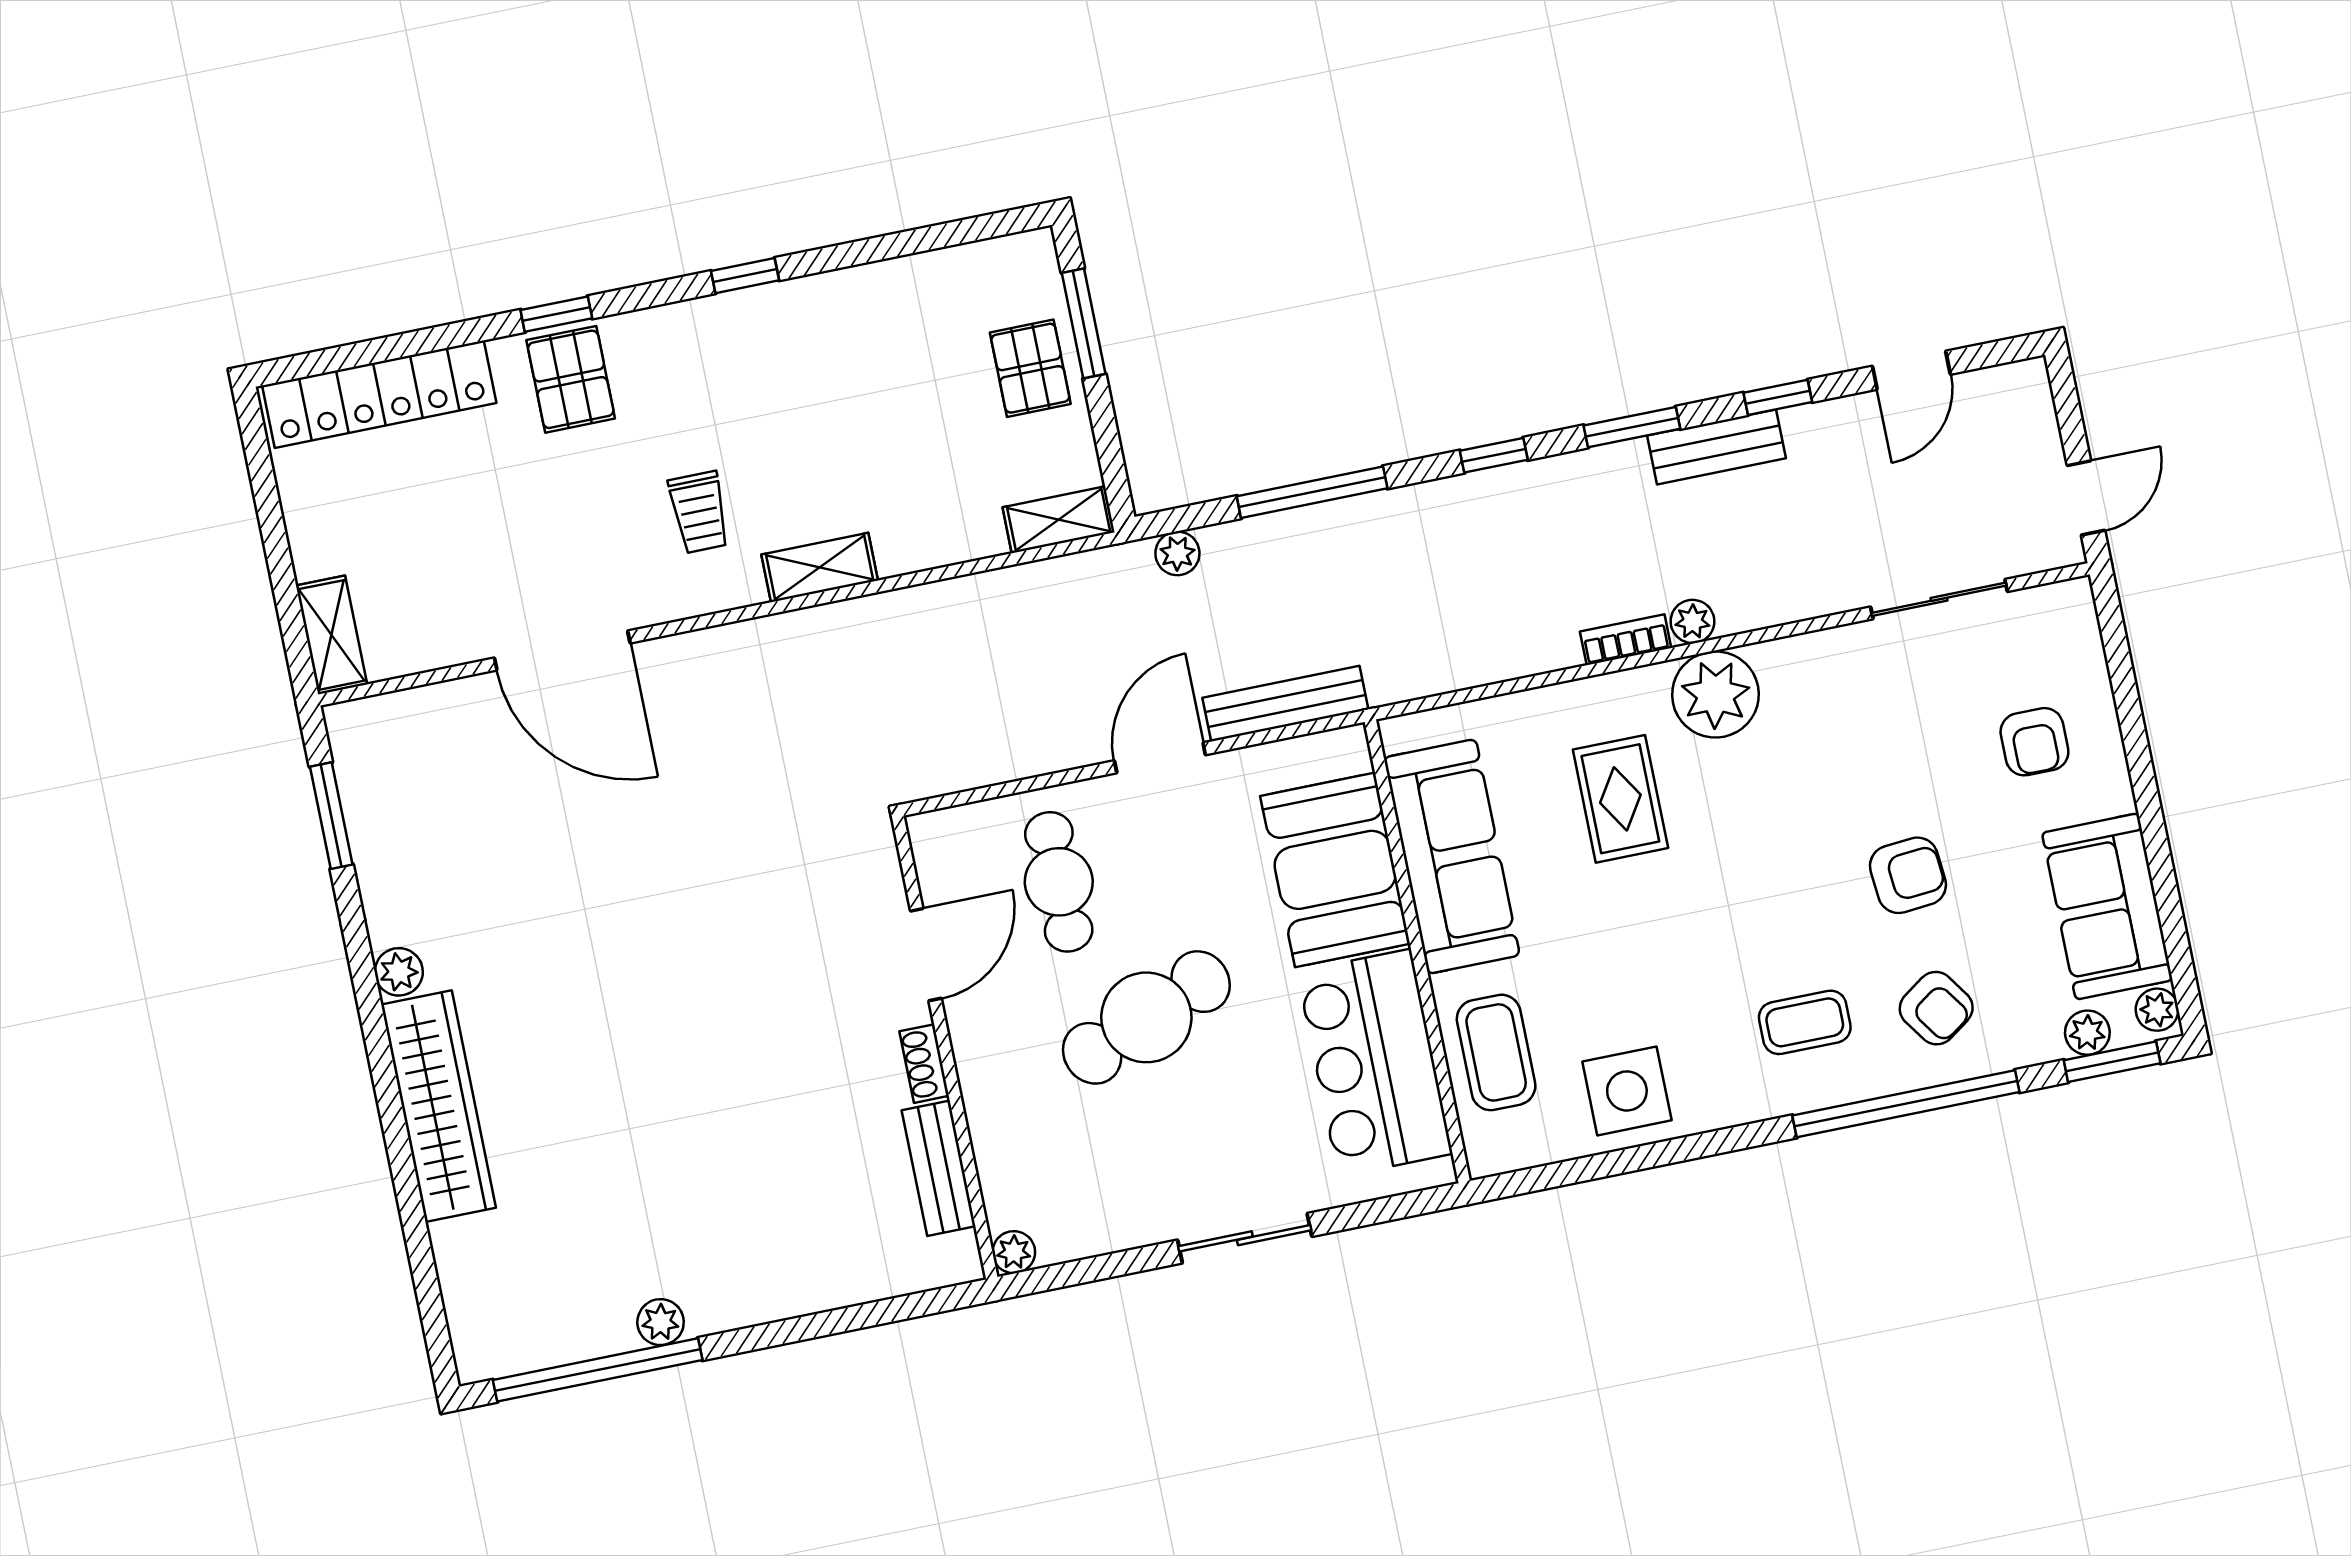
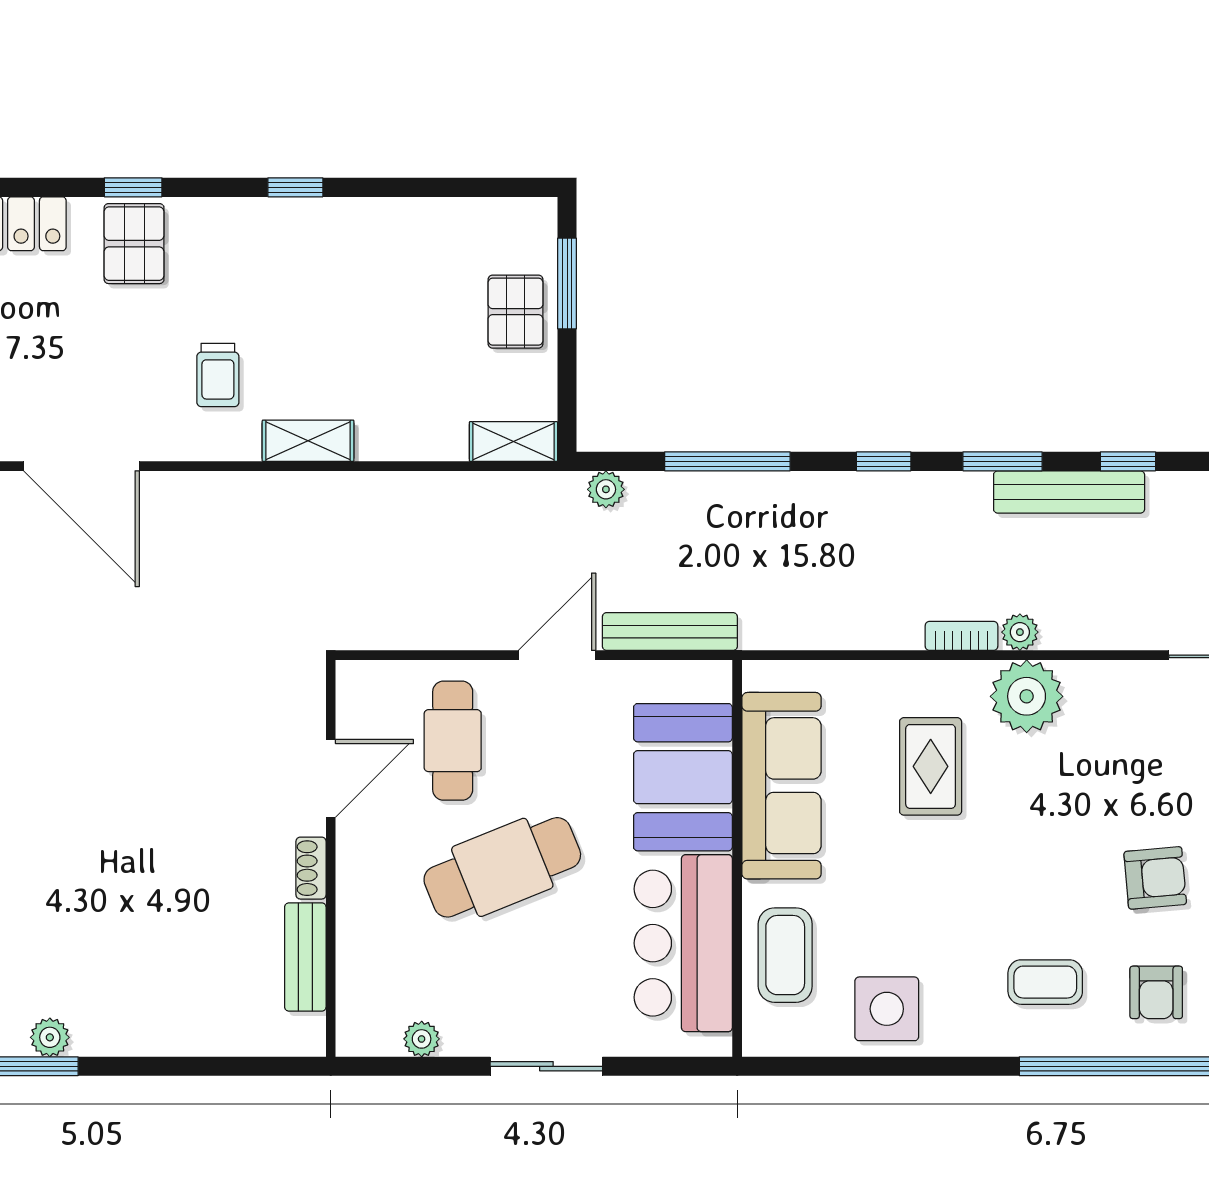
bench: (1717, 447) -> (1069, 492), width x1.36
armchair: (1936, 1008) -> (1156, 992), turned 35
plant: (1014, 1252) -> (422, 1039), moved

